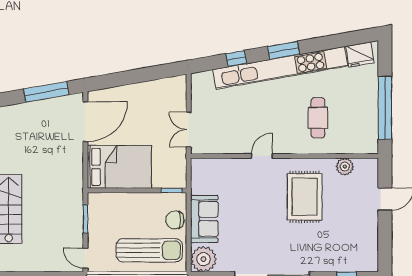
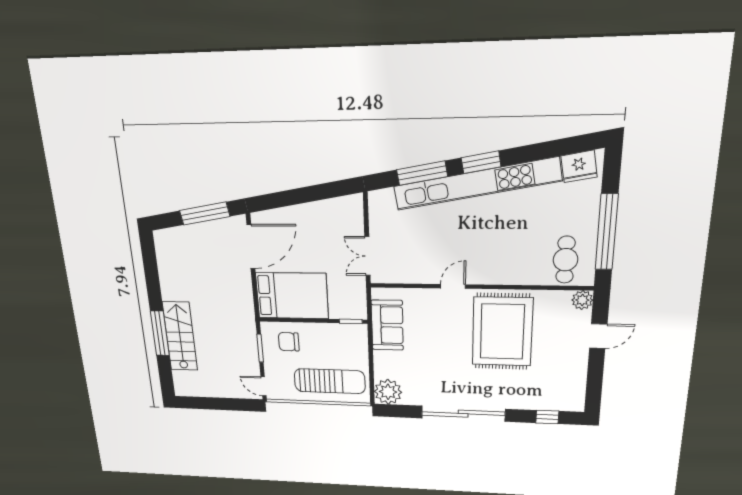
window: (236, 59) -> (422, 173), width x2.17
cafe table: (318, 118) -> (566, 260), moved
plant: (345, 167) -> (582, 300), moved
rug: (305, 197) -> (502, 332), width x1.37, depth x1.44
sofa: (204, 219) -> (387, 325), moved
chair: (175, 220) -> (289, 342), moved

